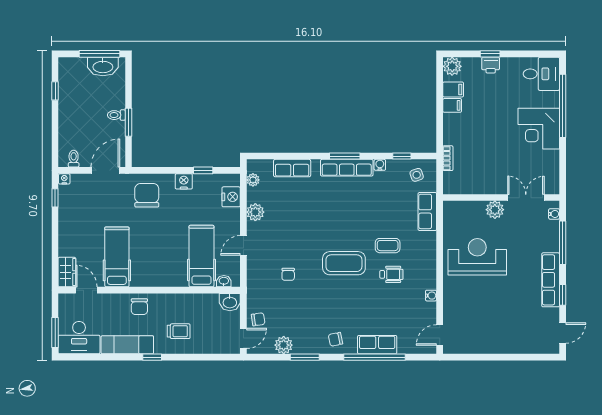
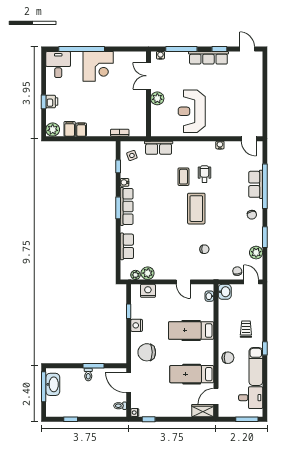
plant: (255, 212) -> (148, 273), moved
hospital bed: (201, 256) -> (191, 330), moved
desk: (79, 338) -> (251, 398), width x0.73

